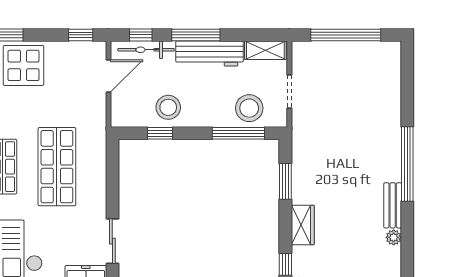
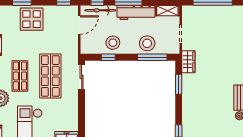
stool: (249, 108) -> (147, 43), moved
wardrobe: (303, 225) -> (188, 62), moved
sliding door: (112, 241) -> (82, 77), moved

